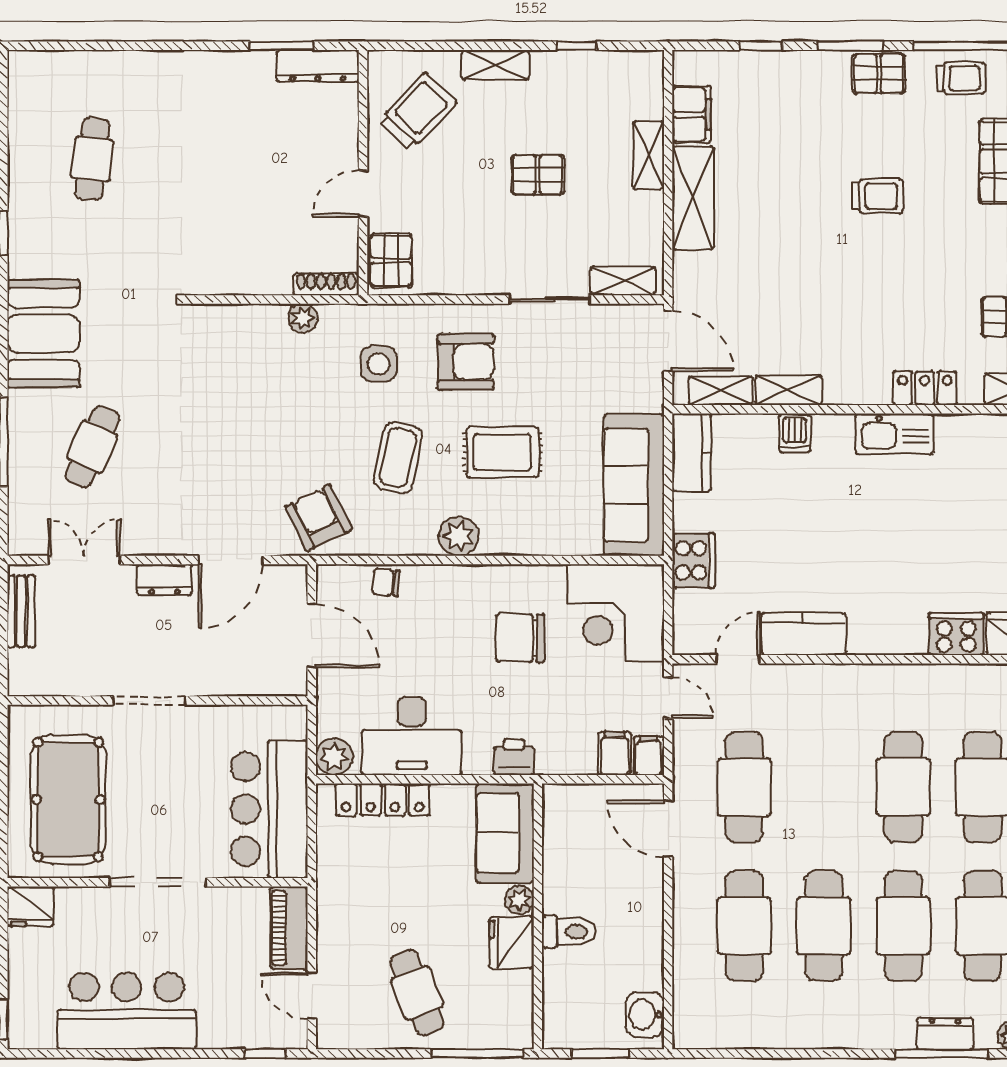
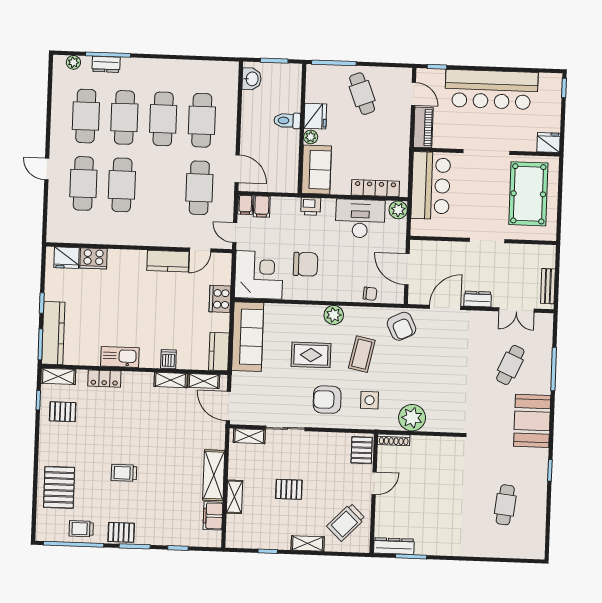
plant: (303, 318) -> (412, 418), width x1.88, depth x1.88
bar counter: (127, 1011) -> (491, 89), width x1.36

